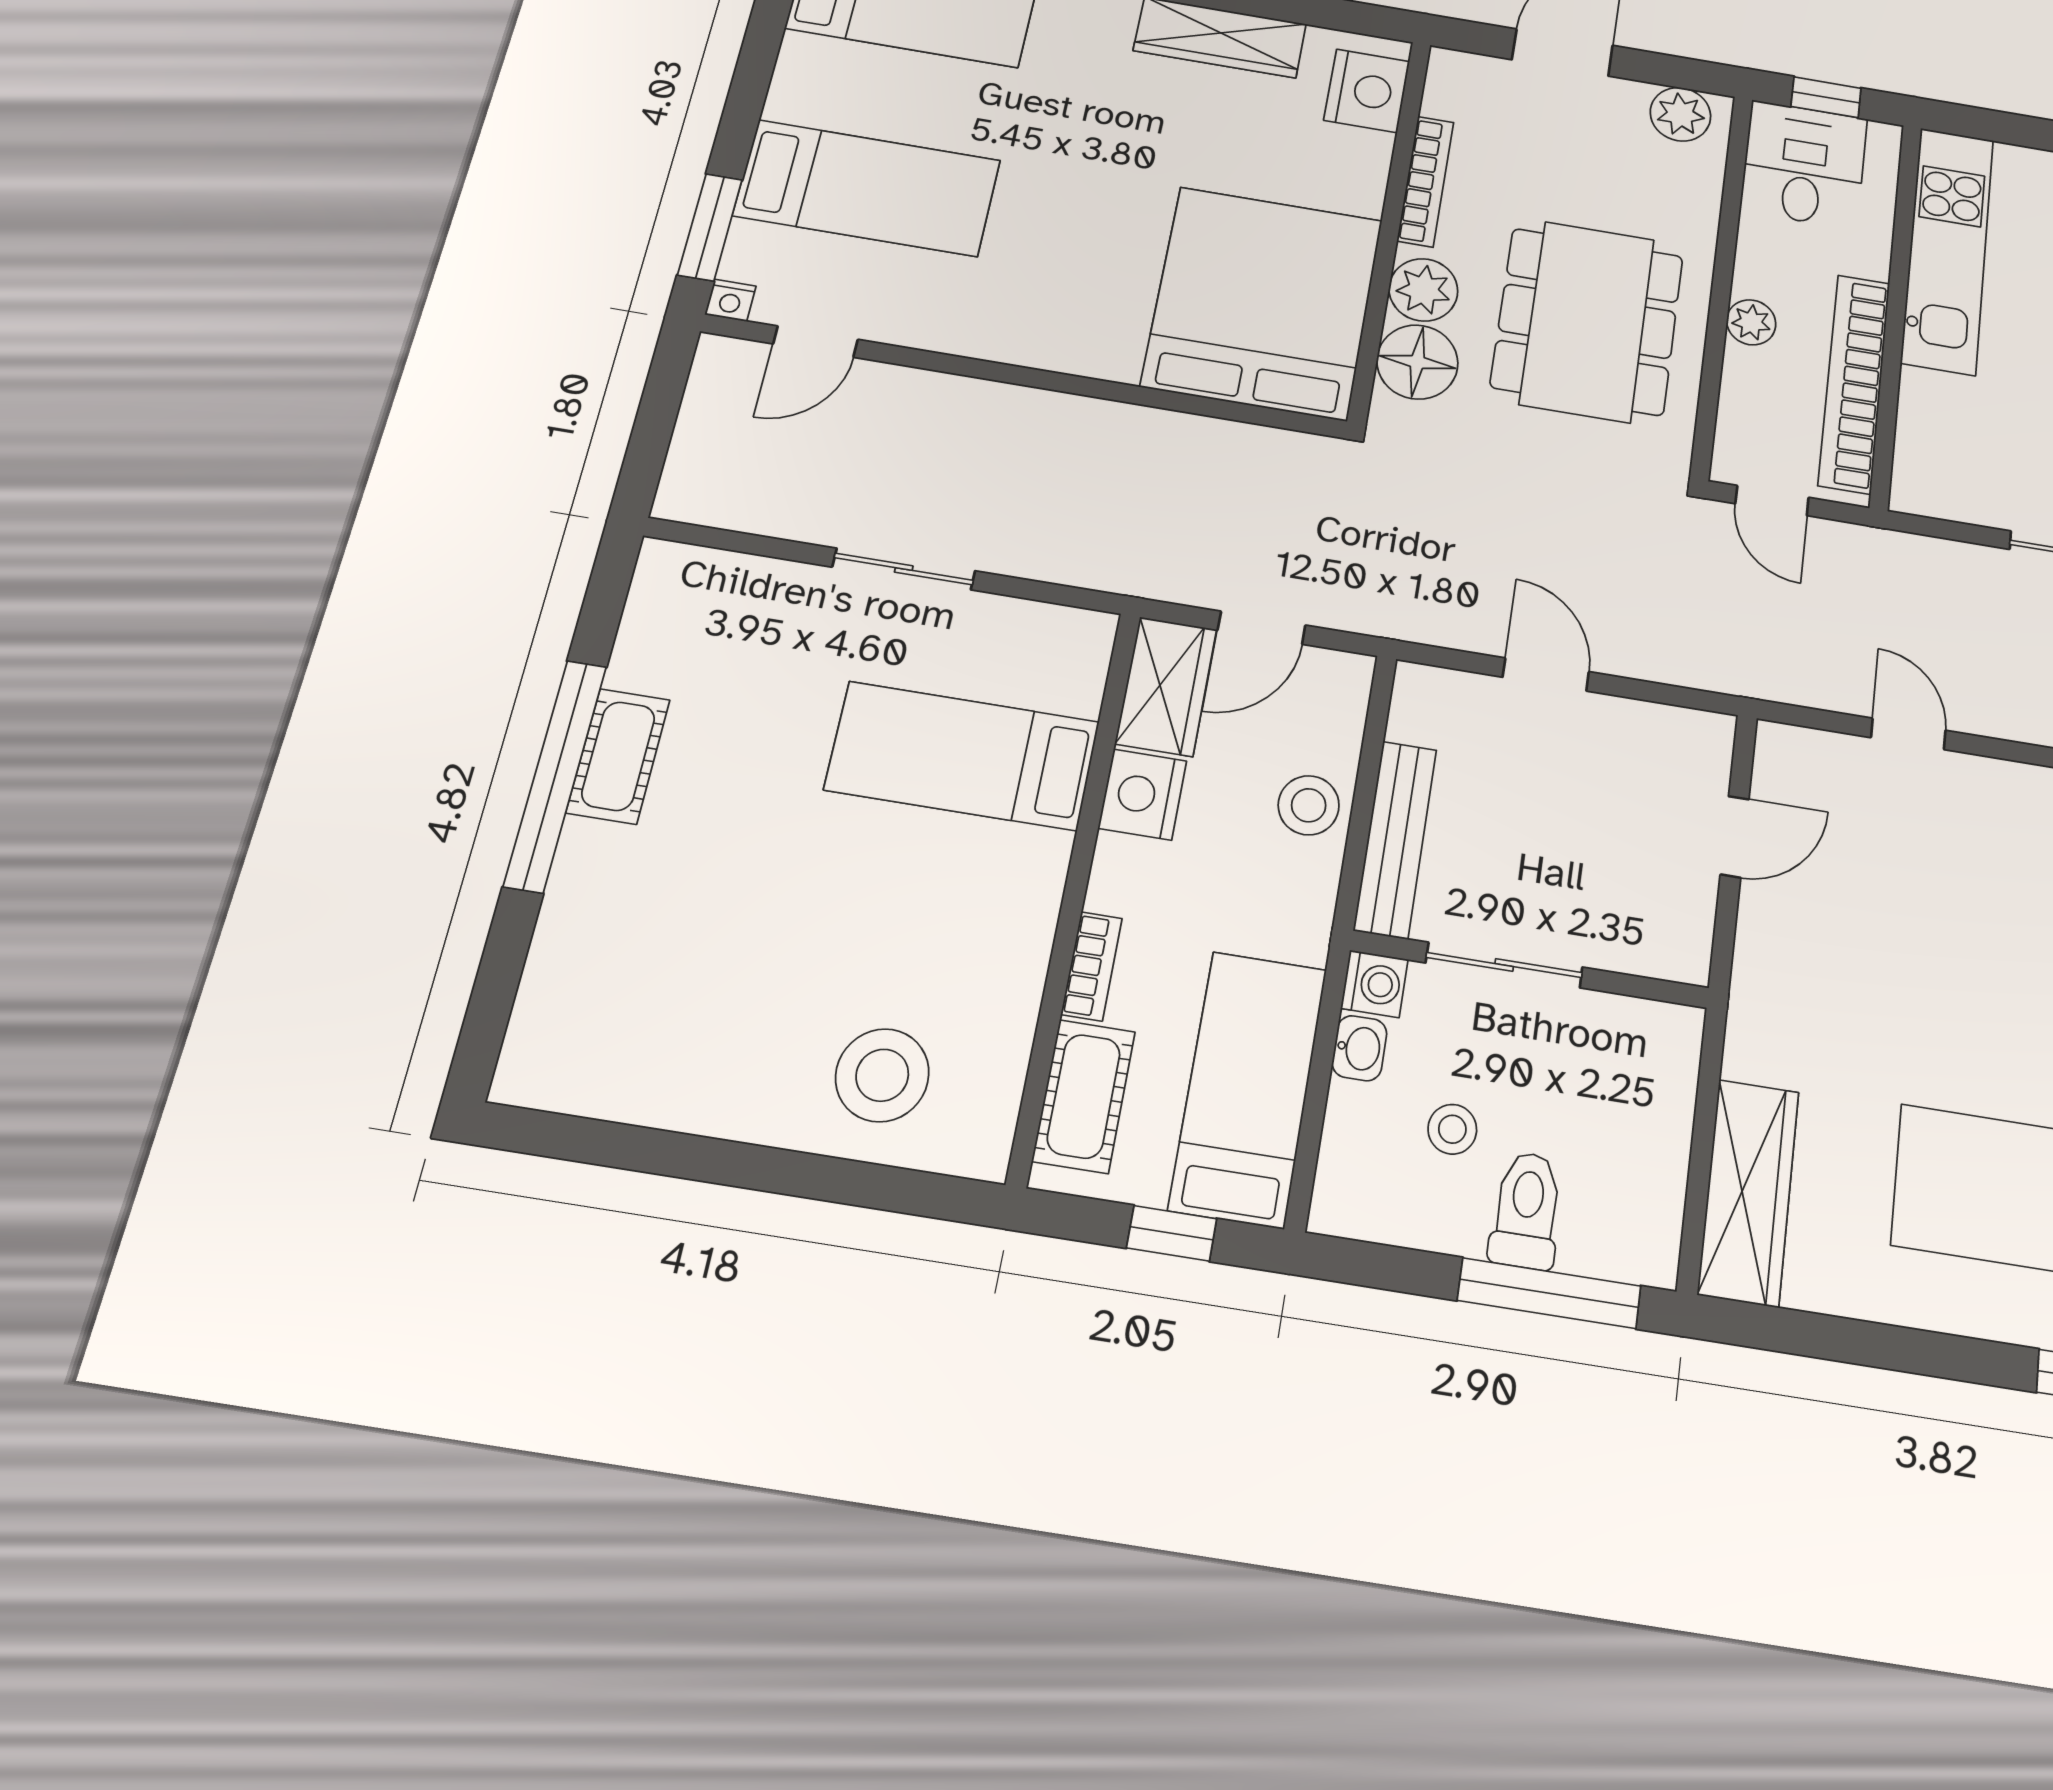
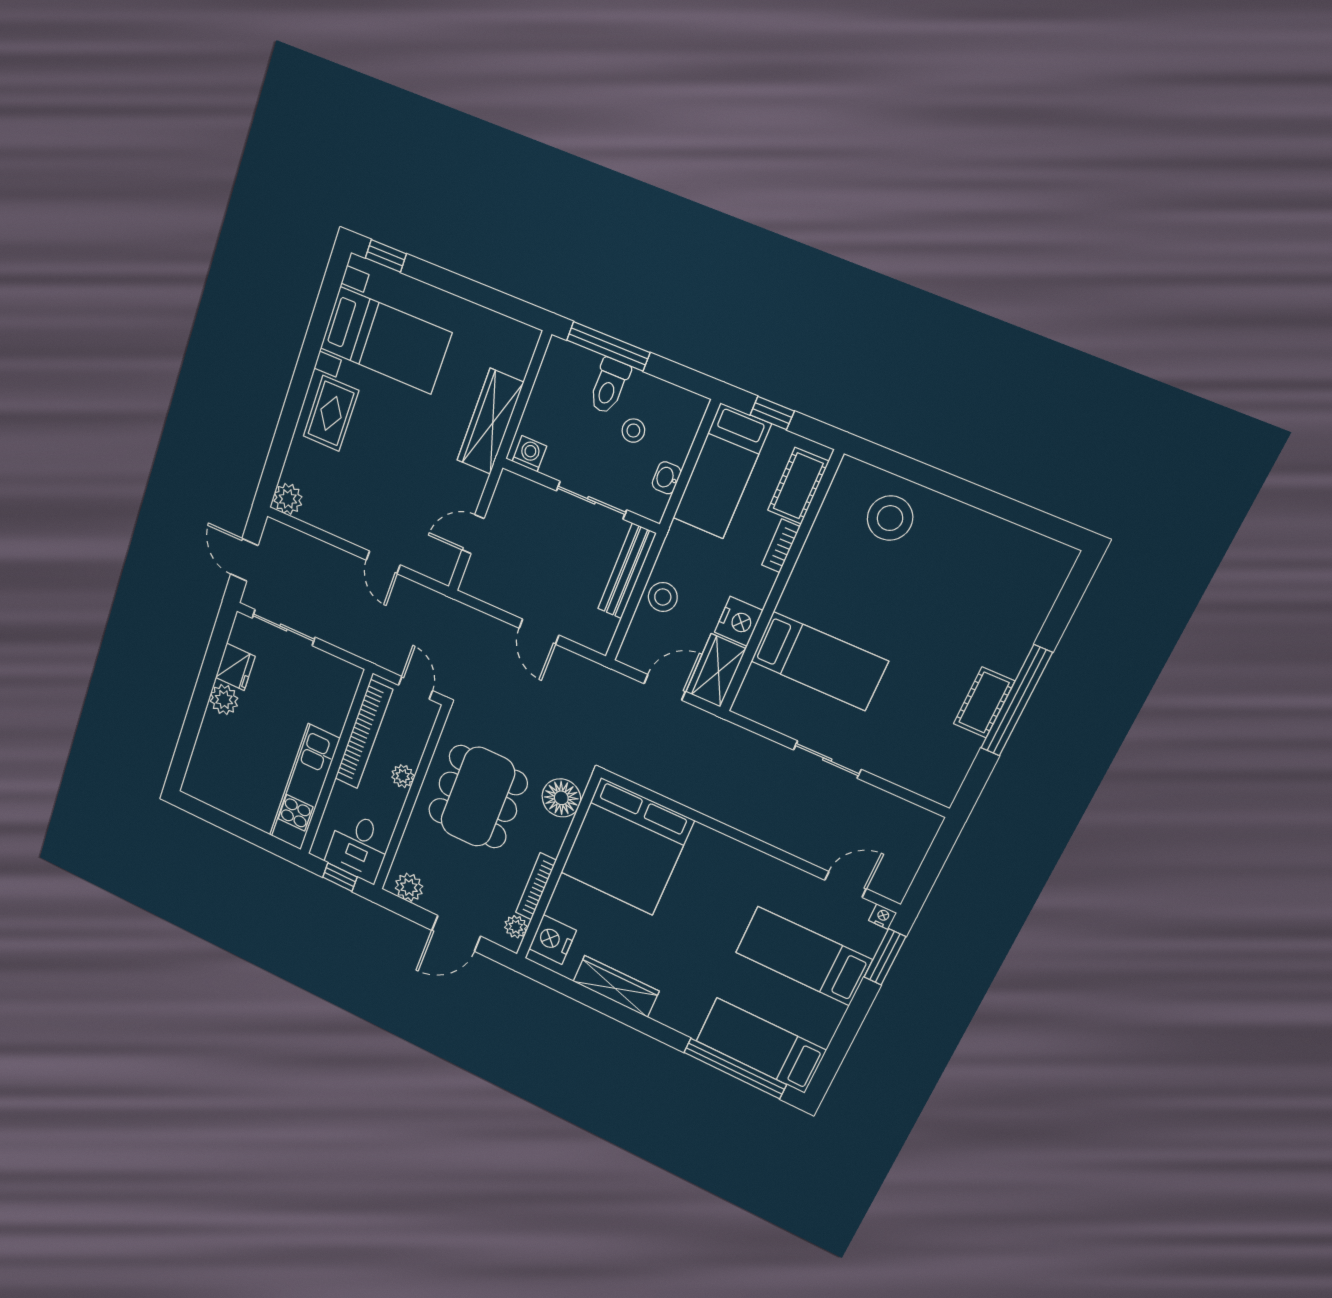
plant: (1423, 290) -> (516, 927), moved, width x0.73, depth x0.73
washing machine: (1374, 984) -> (529, 454), moved, turned 90
wardrobe: (1748, 1192) -> (490, 421), moved

